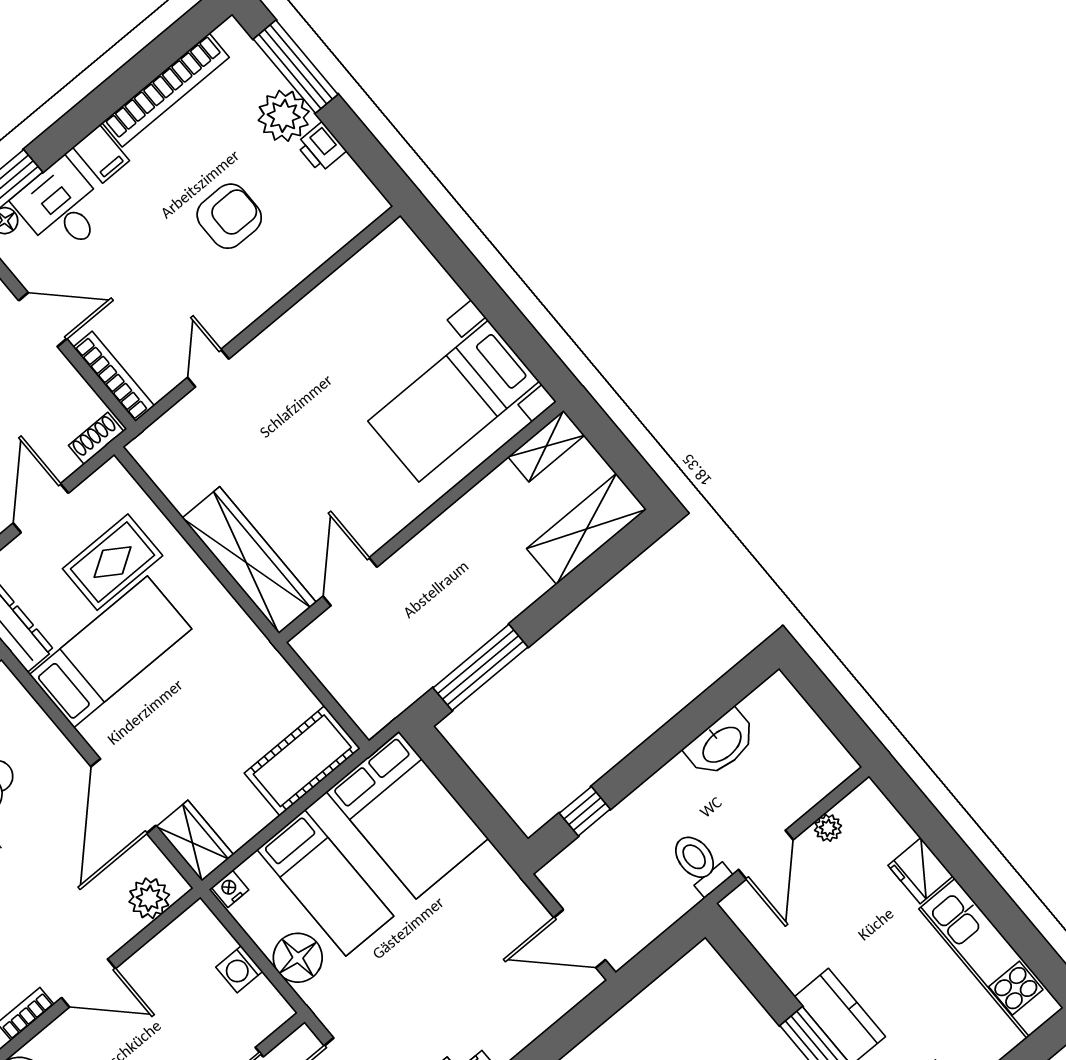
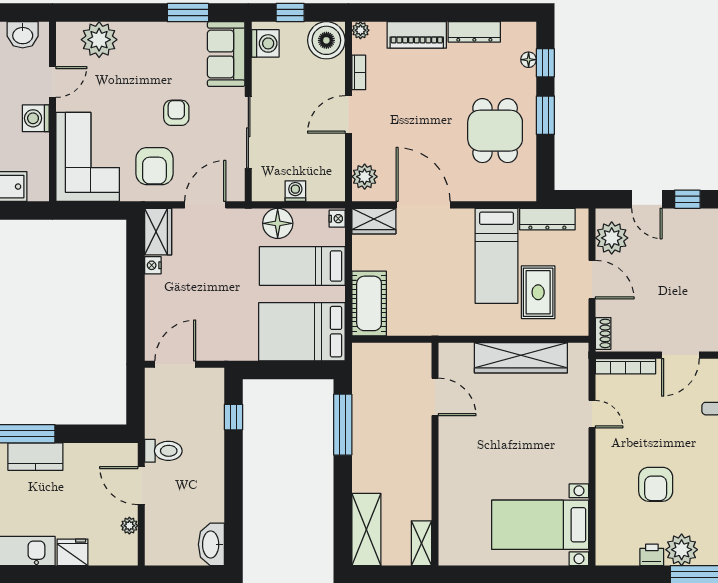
bed with nightstands: (454, 401) -> (540, 525), moved, turned -90
wardrobe: (249, 560) -> (521, 358), moved
washbasin: (721, 744) -> (211, 544), moved

